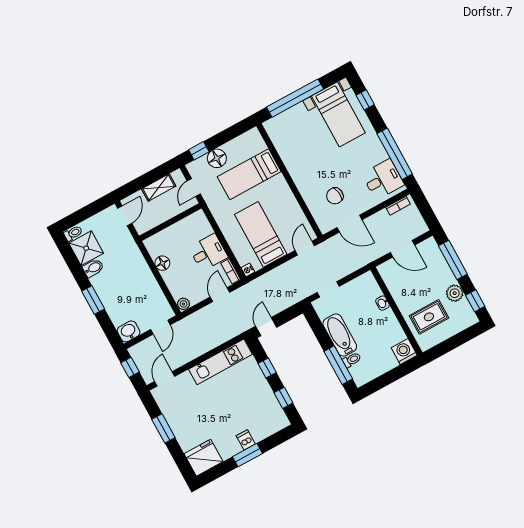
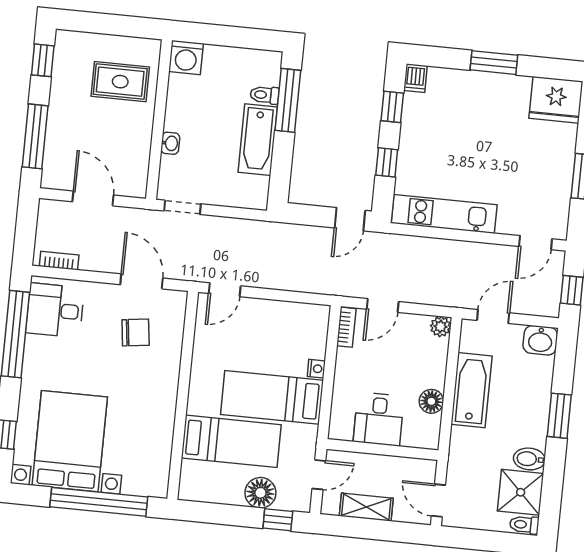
bed with nightstands: (338, 114) -> (70, 441), width x1.36
door: (125, 216) -> (438, 500), hinge flipped
bed: (261, 234) -> (272, 397), moved, turned 90
desk: (208, 252) -> (379, 419), moved, turned -90
nightstand: (248, 270) -> (316, 369), moved
bathtub: (146, 283) -> (471, 390), added
doorway: (328, 289) -> (182, 207), moved
plant: (455, 293) -> (64, 90), removed
dishwasher: (246, 440) -> (415, 78), moved

